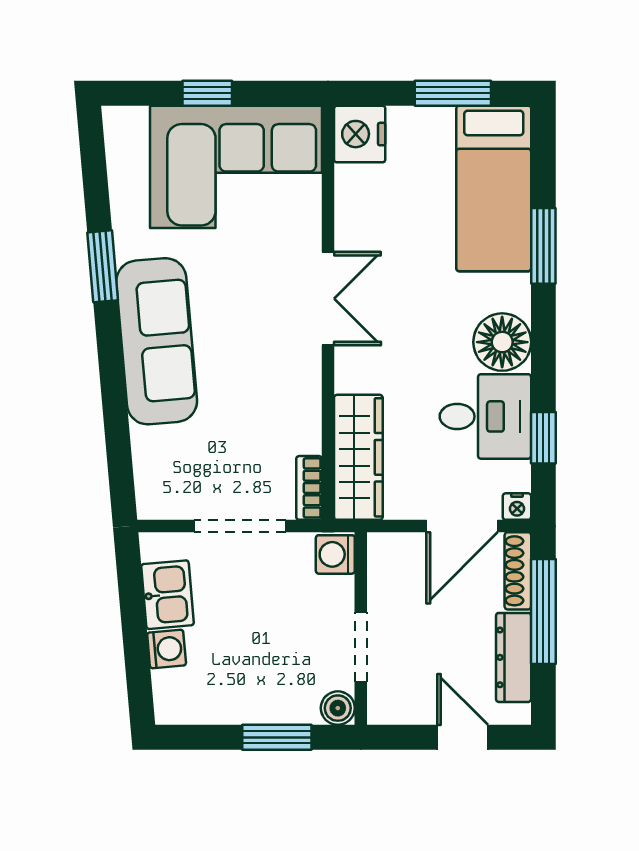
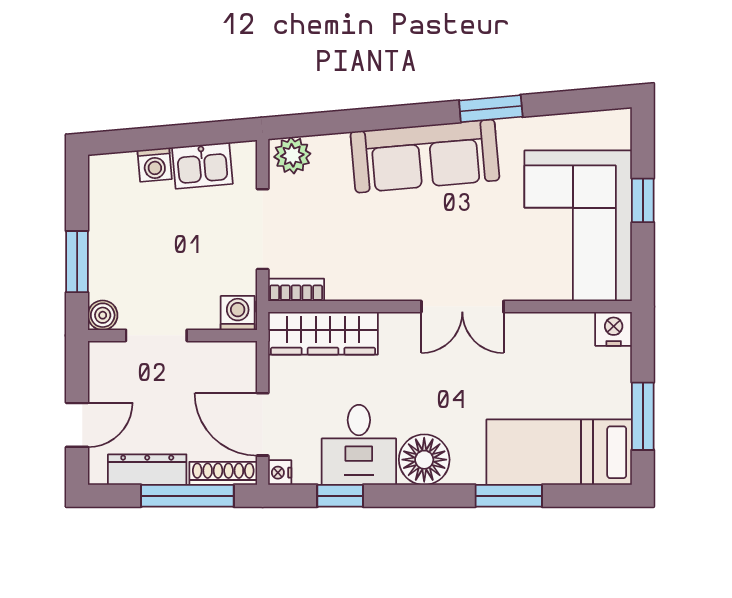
nightstand: (360, 134) -> (614, 329), width x0.74, depth x0.75
plant: (156, 492) -> (292, 155), added

